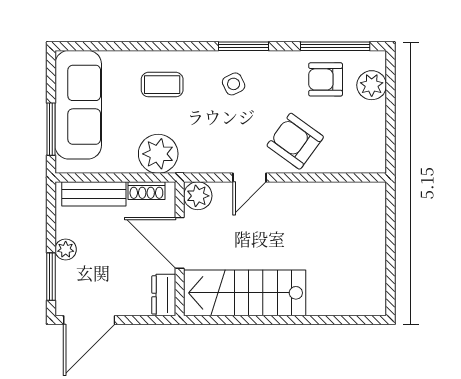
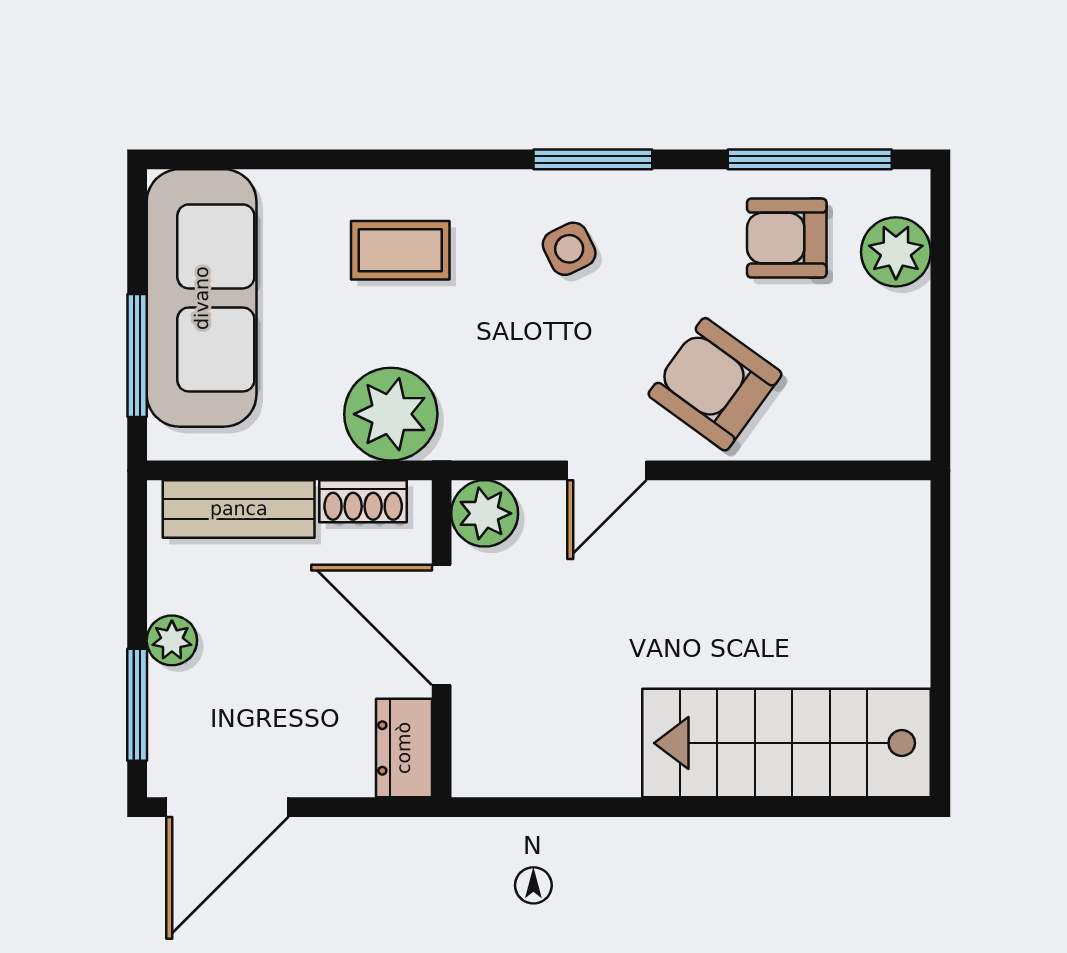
stairs: (245, 293) -> (786, 743), moved

